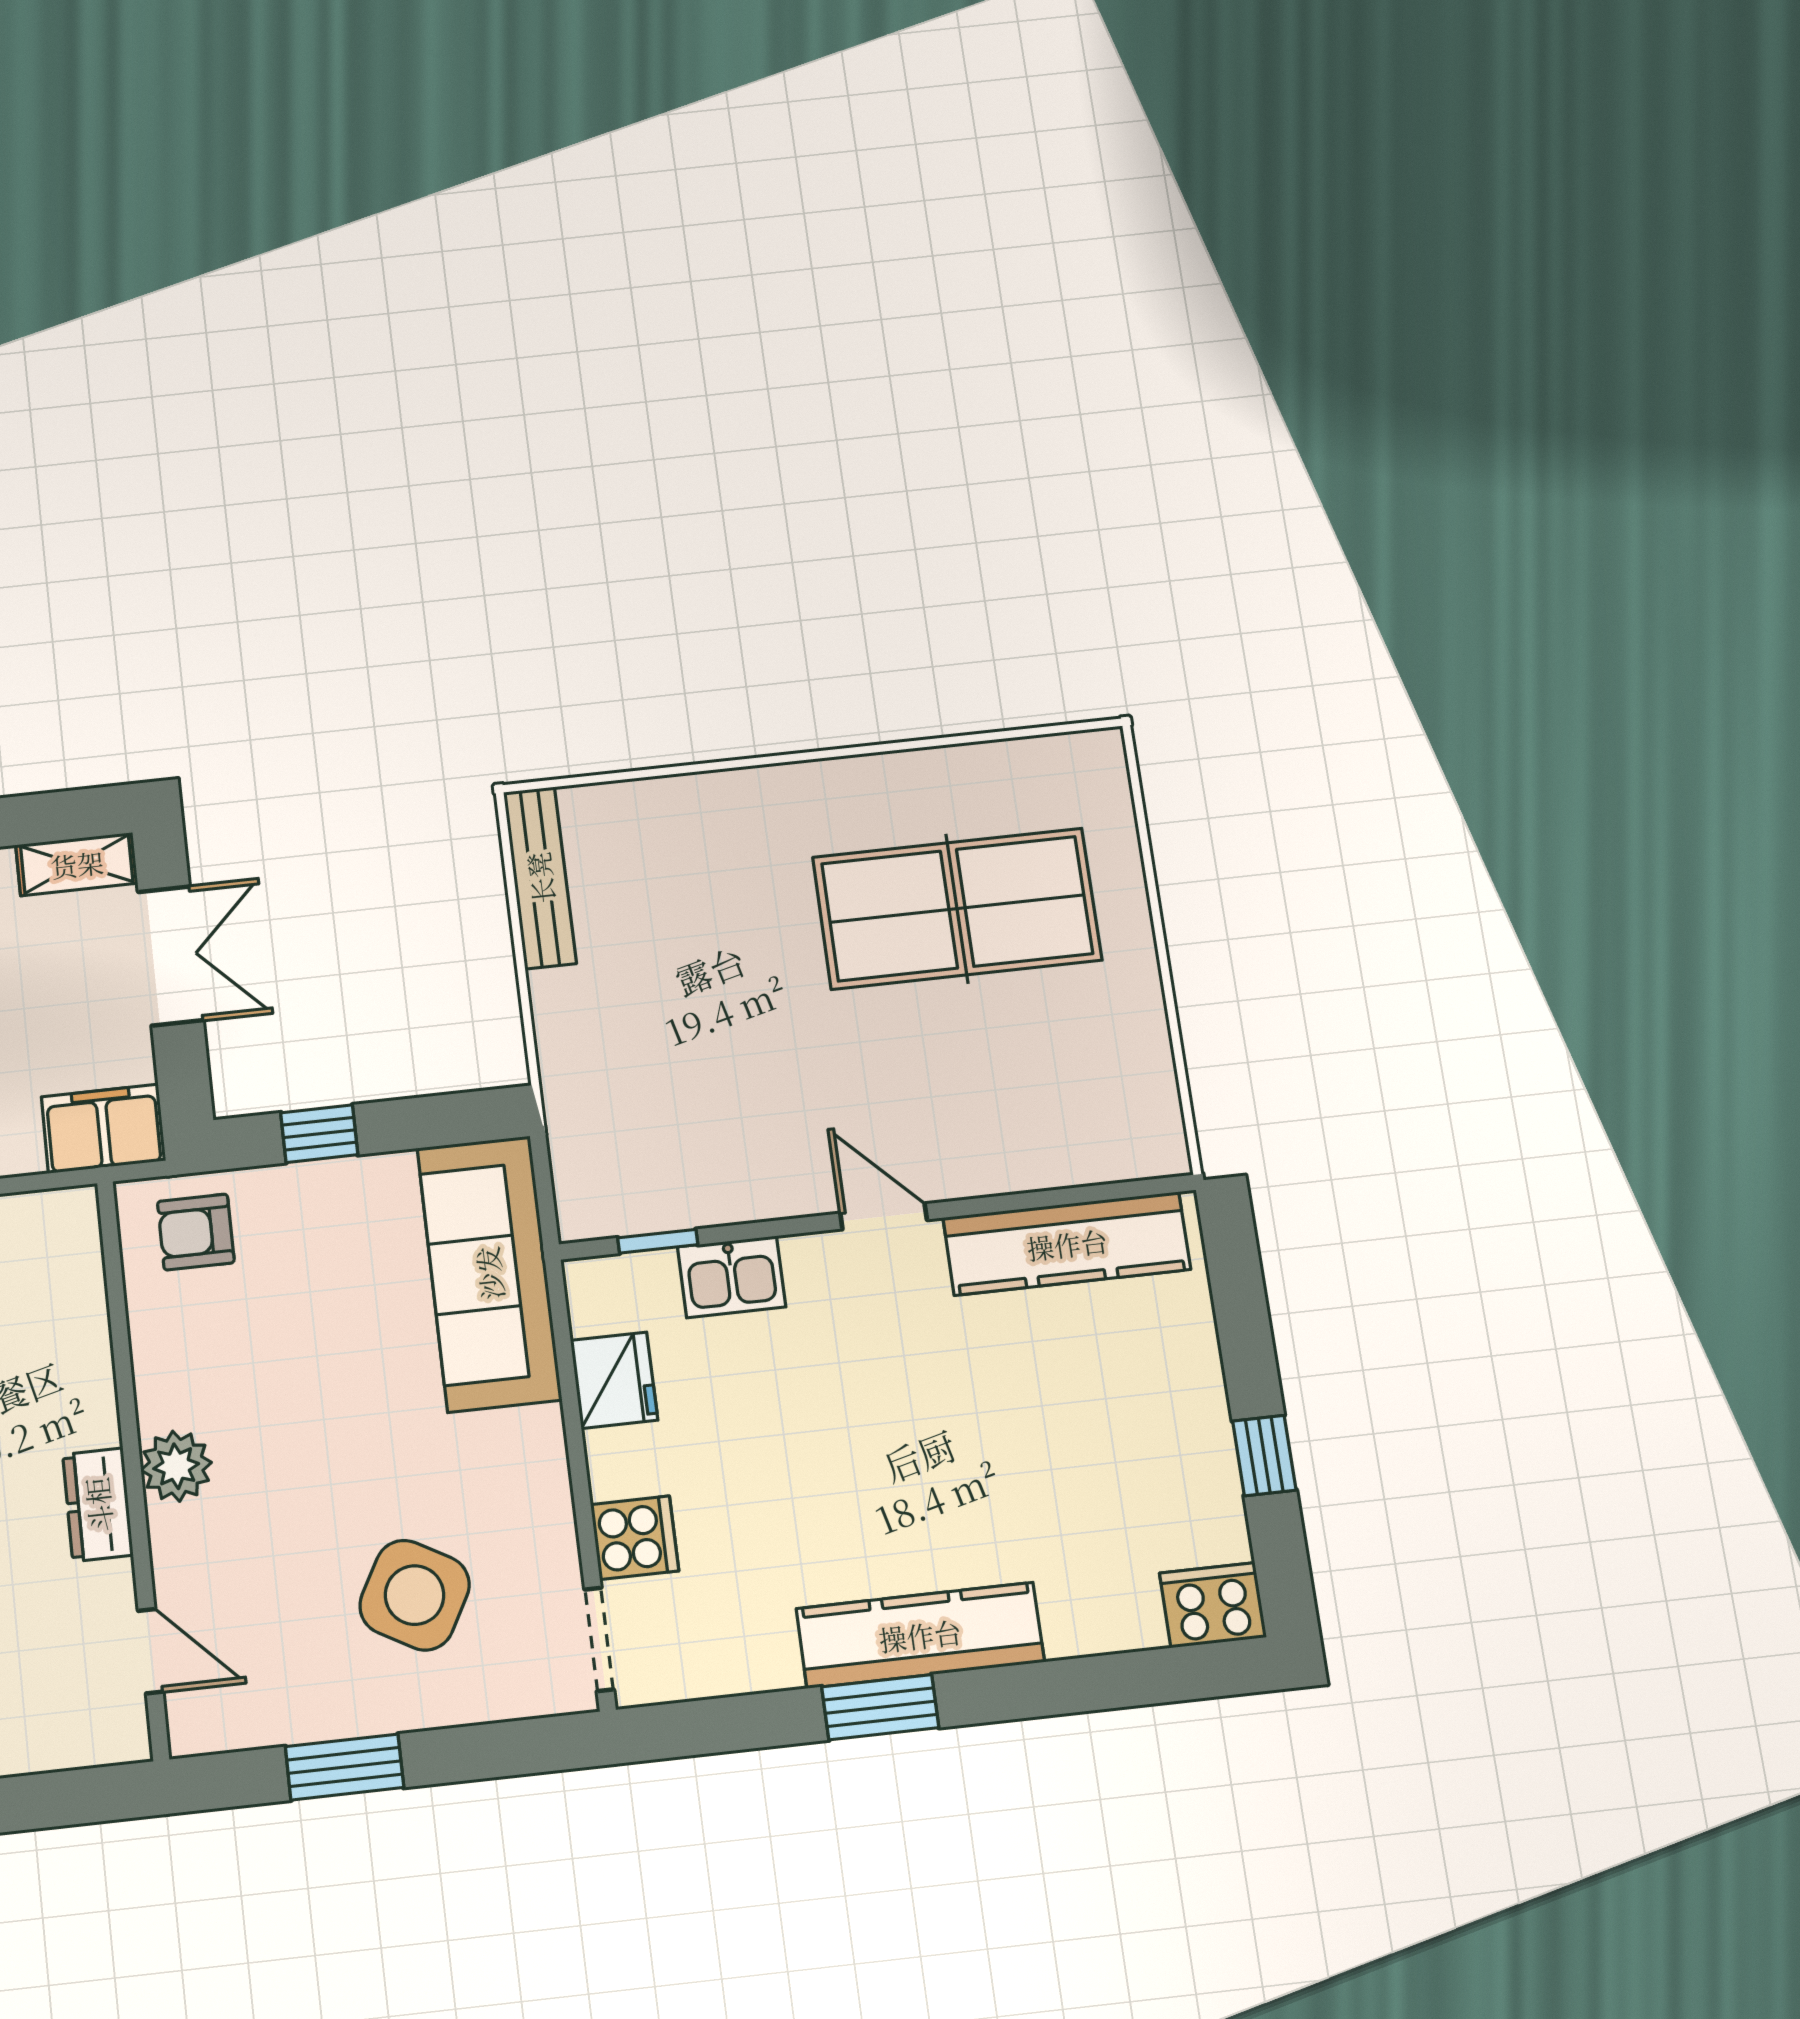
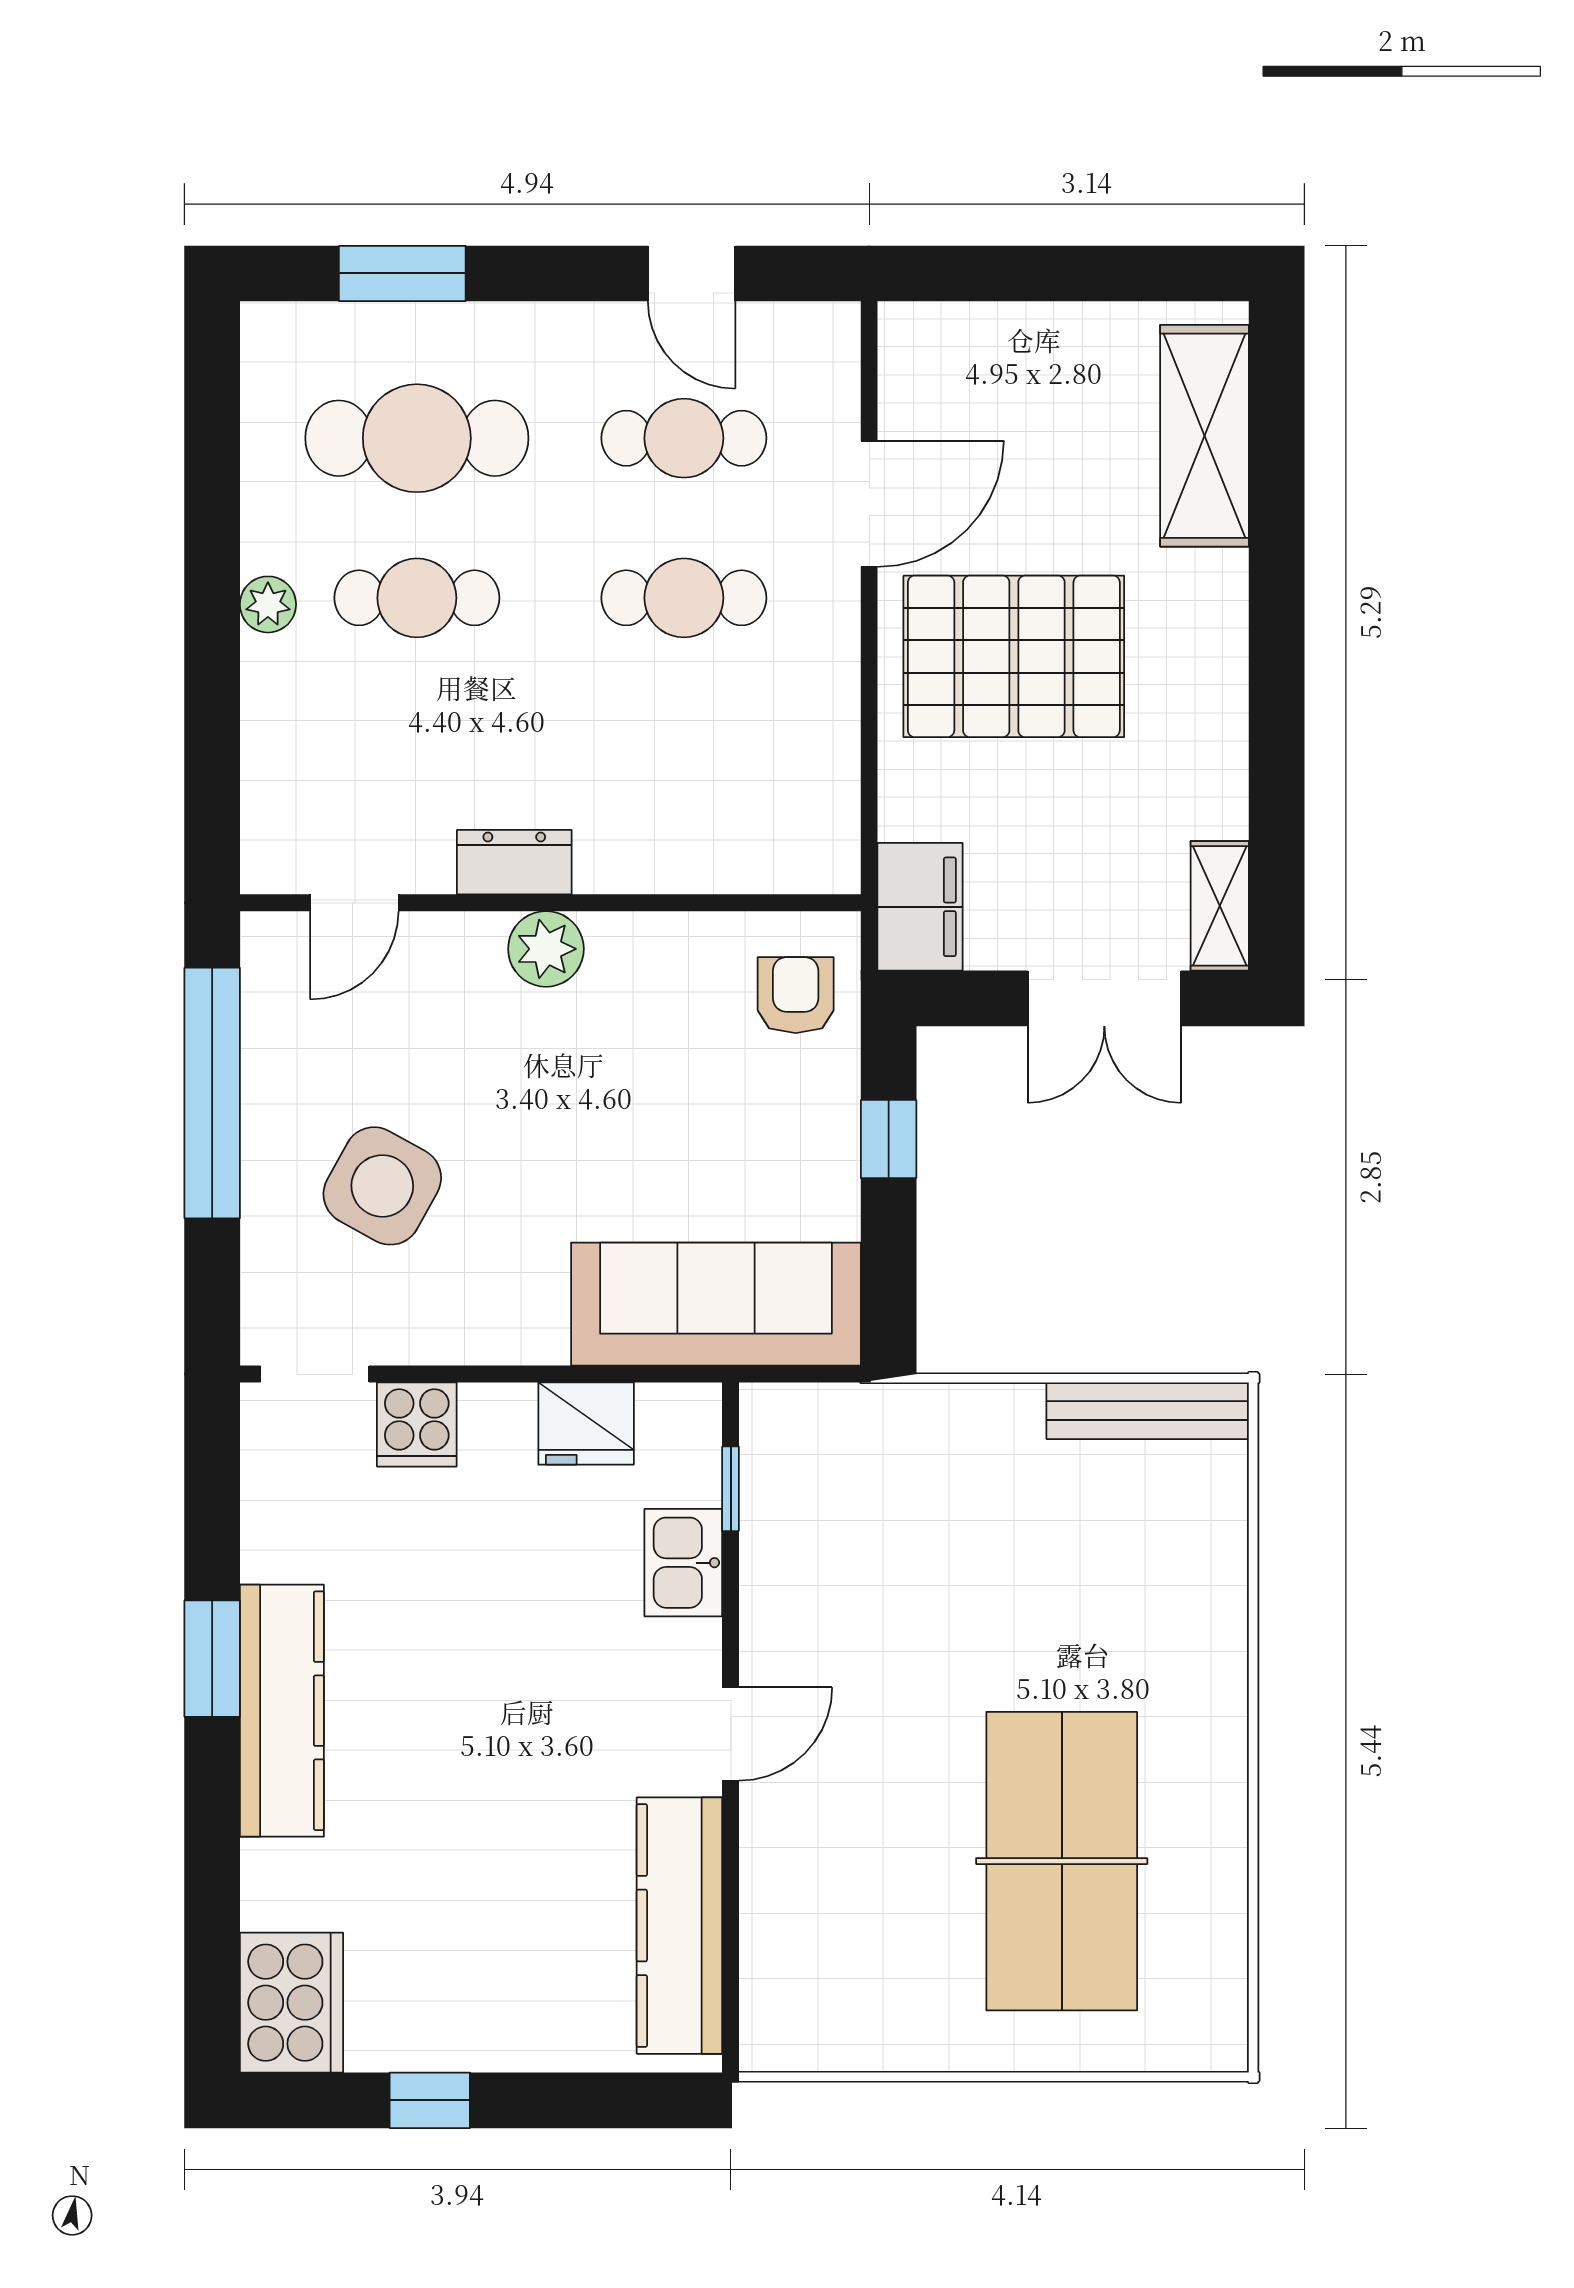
cooker: (1213, 1605) -> (292, 2003), width x1.37, depth x1.31
window: (345, 1767) -> (212, 1093), width x2.11

